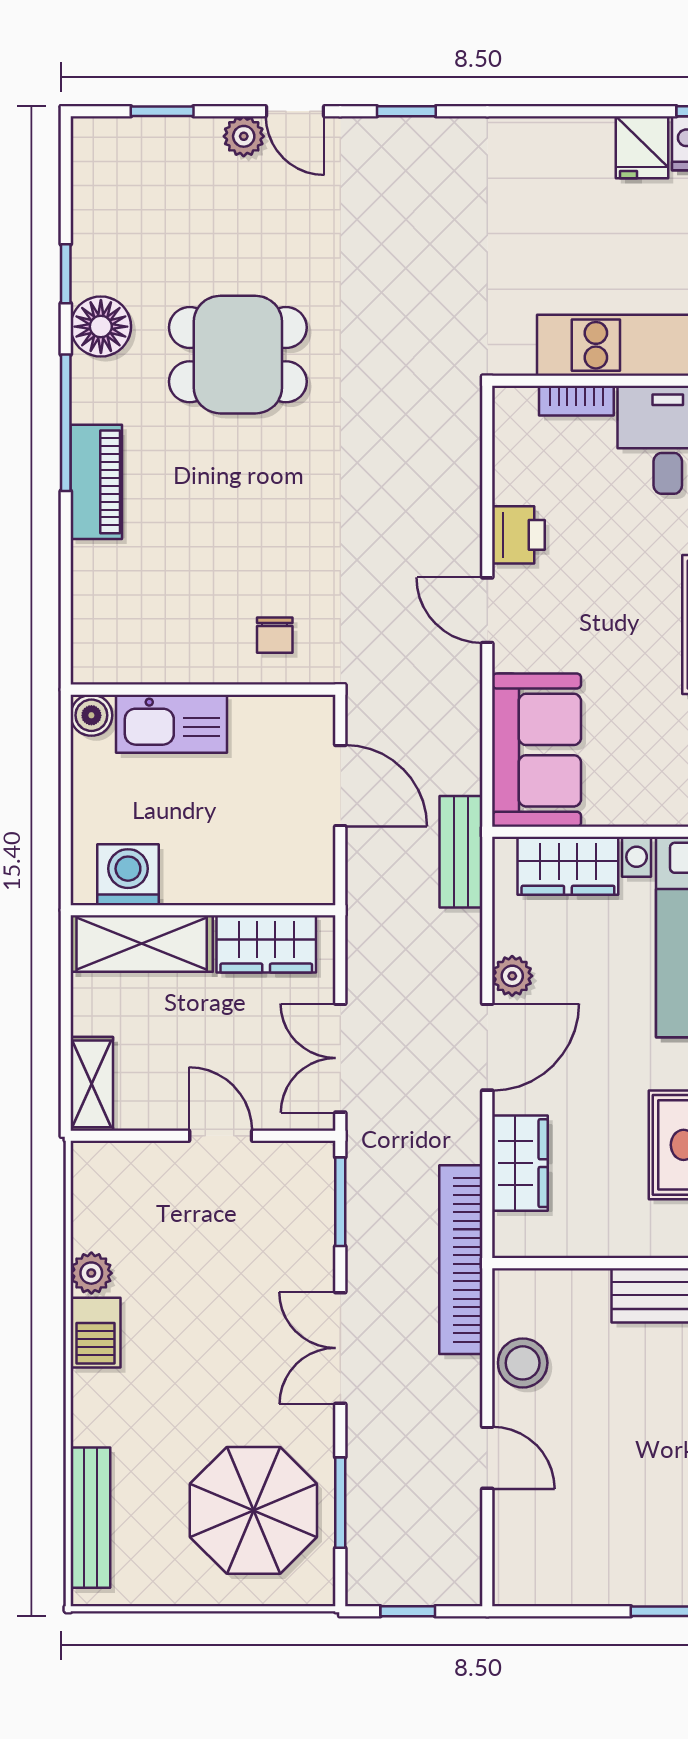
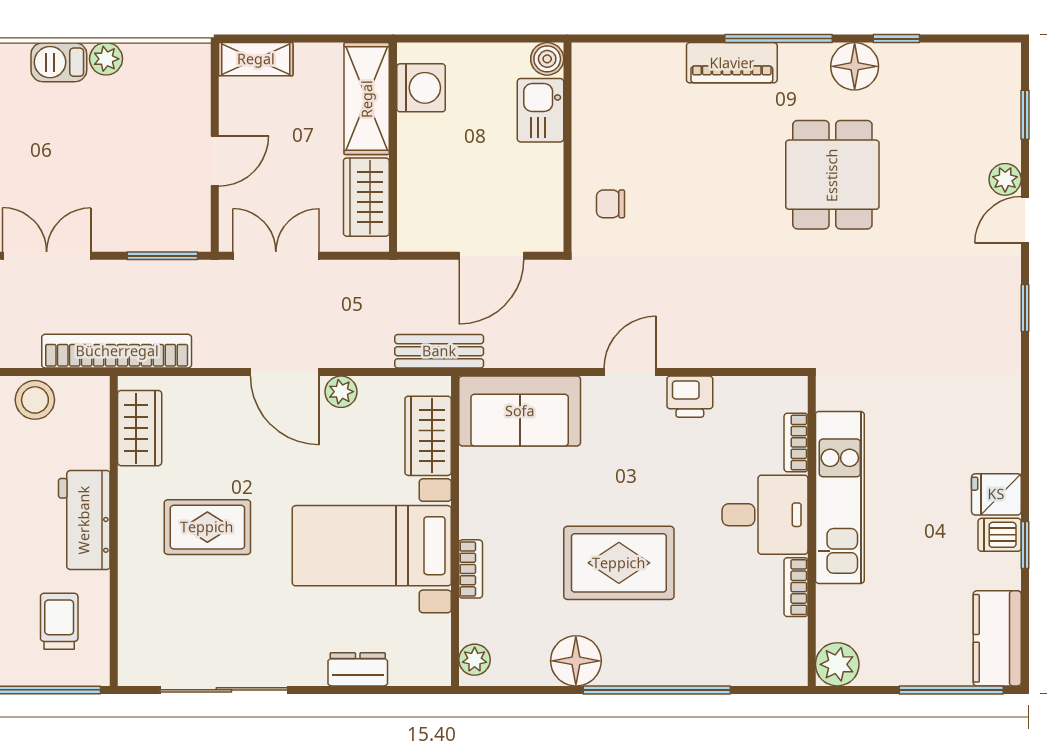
kitchen sink: (171, 724) -> (540, 110), width x0.73
wardrobe: (520, 1163) -> (140, 428), moved, turned -90

